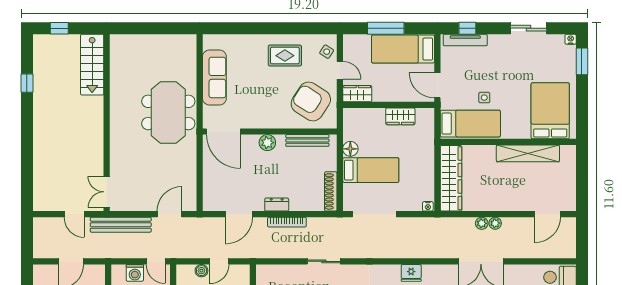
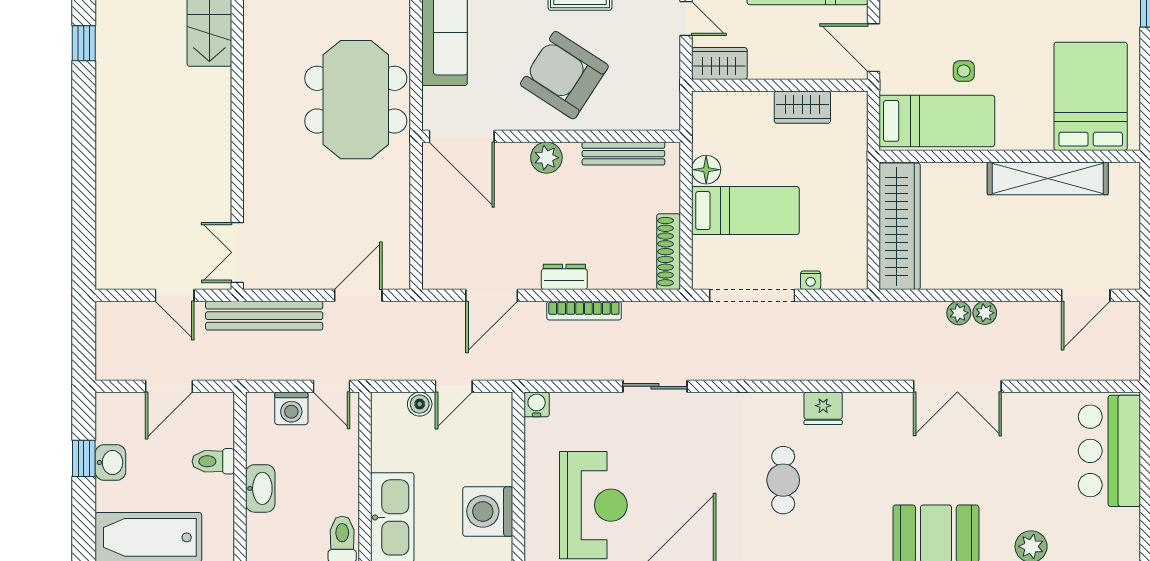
armchair: (311, 101) -> (564, 75), moved
nightstand: (428, 206) -> (811, 280), moved
water cooler: (262, 271) -> (537, 404), added

